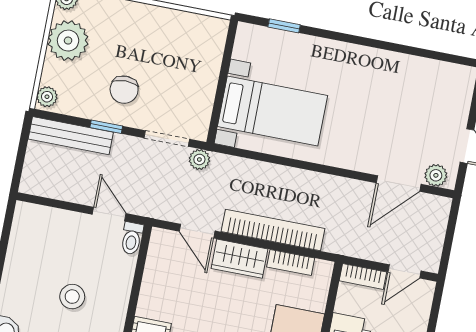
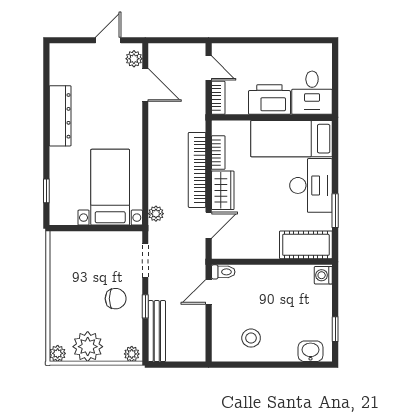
dresser: (379, 63) -> (60, 116), added
plant: (199, 159) -> (156, 214), moved
stool: (72, 297) -> (251, 338), moved

